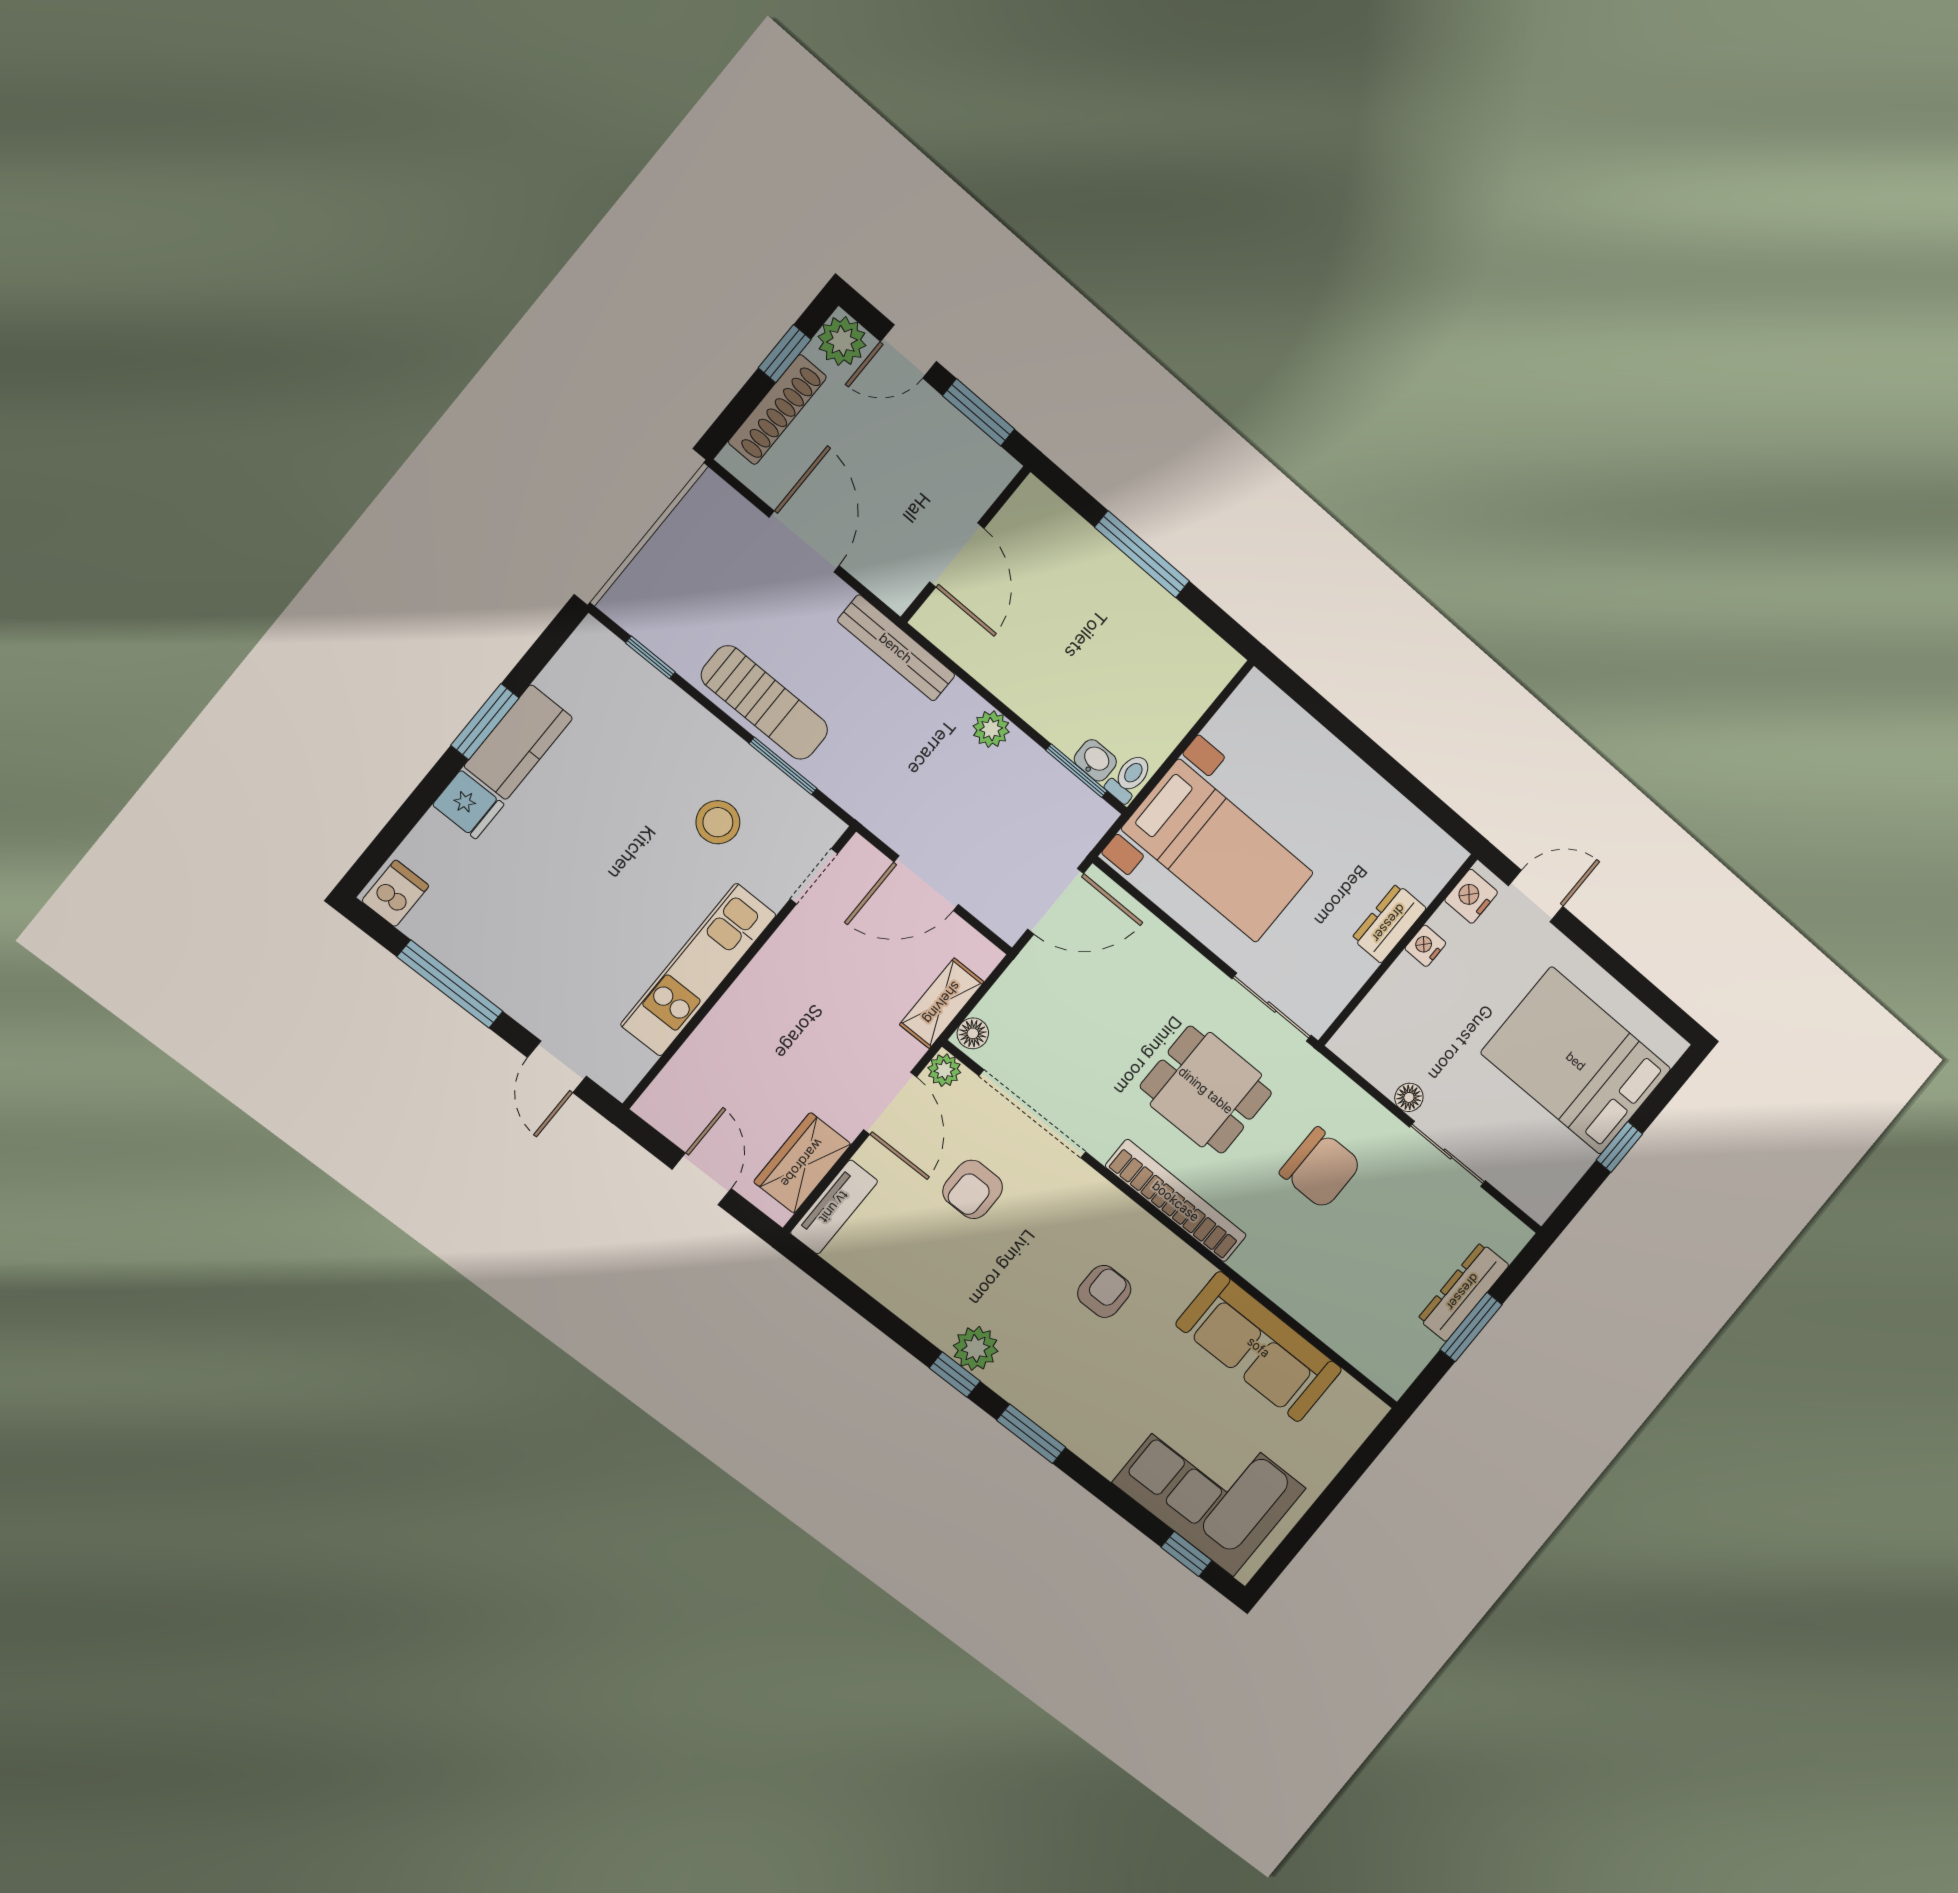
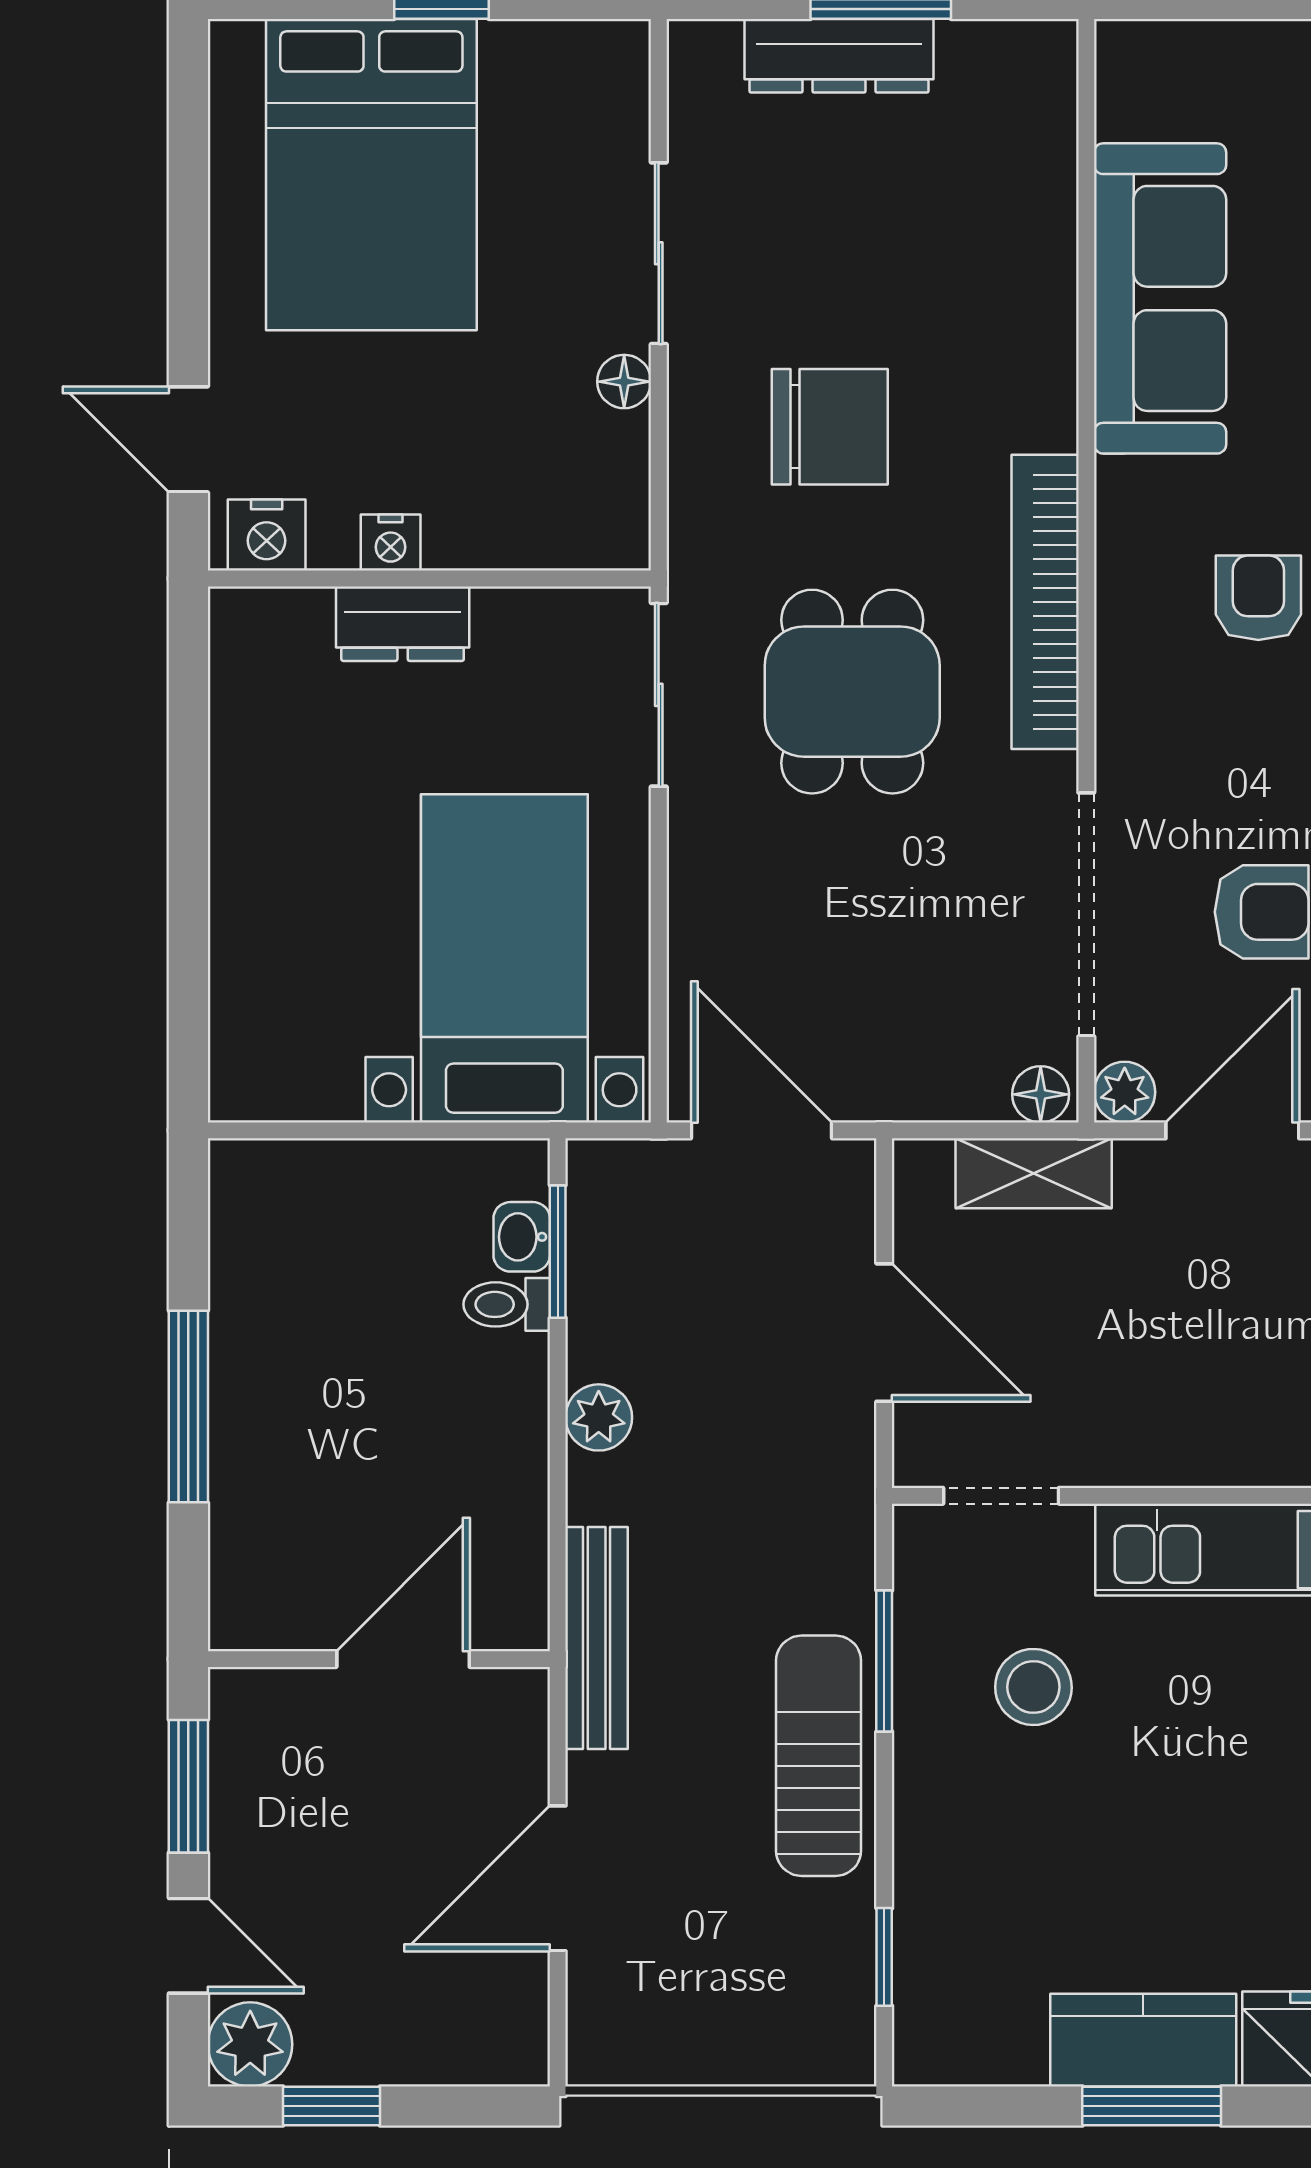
shoe rack: (777, 410) -> (413, 2056), removed
toilet: (1129, 778) -> (507, 1304), moved
chair: (1321, 1168) -> (830, 427), turned 90
armchair: (1104, 1291) -> (1258, 598), turned 90

